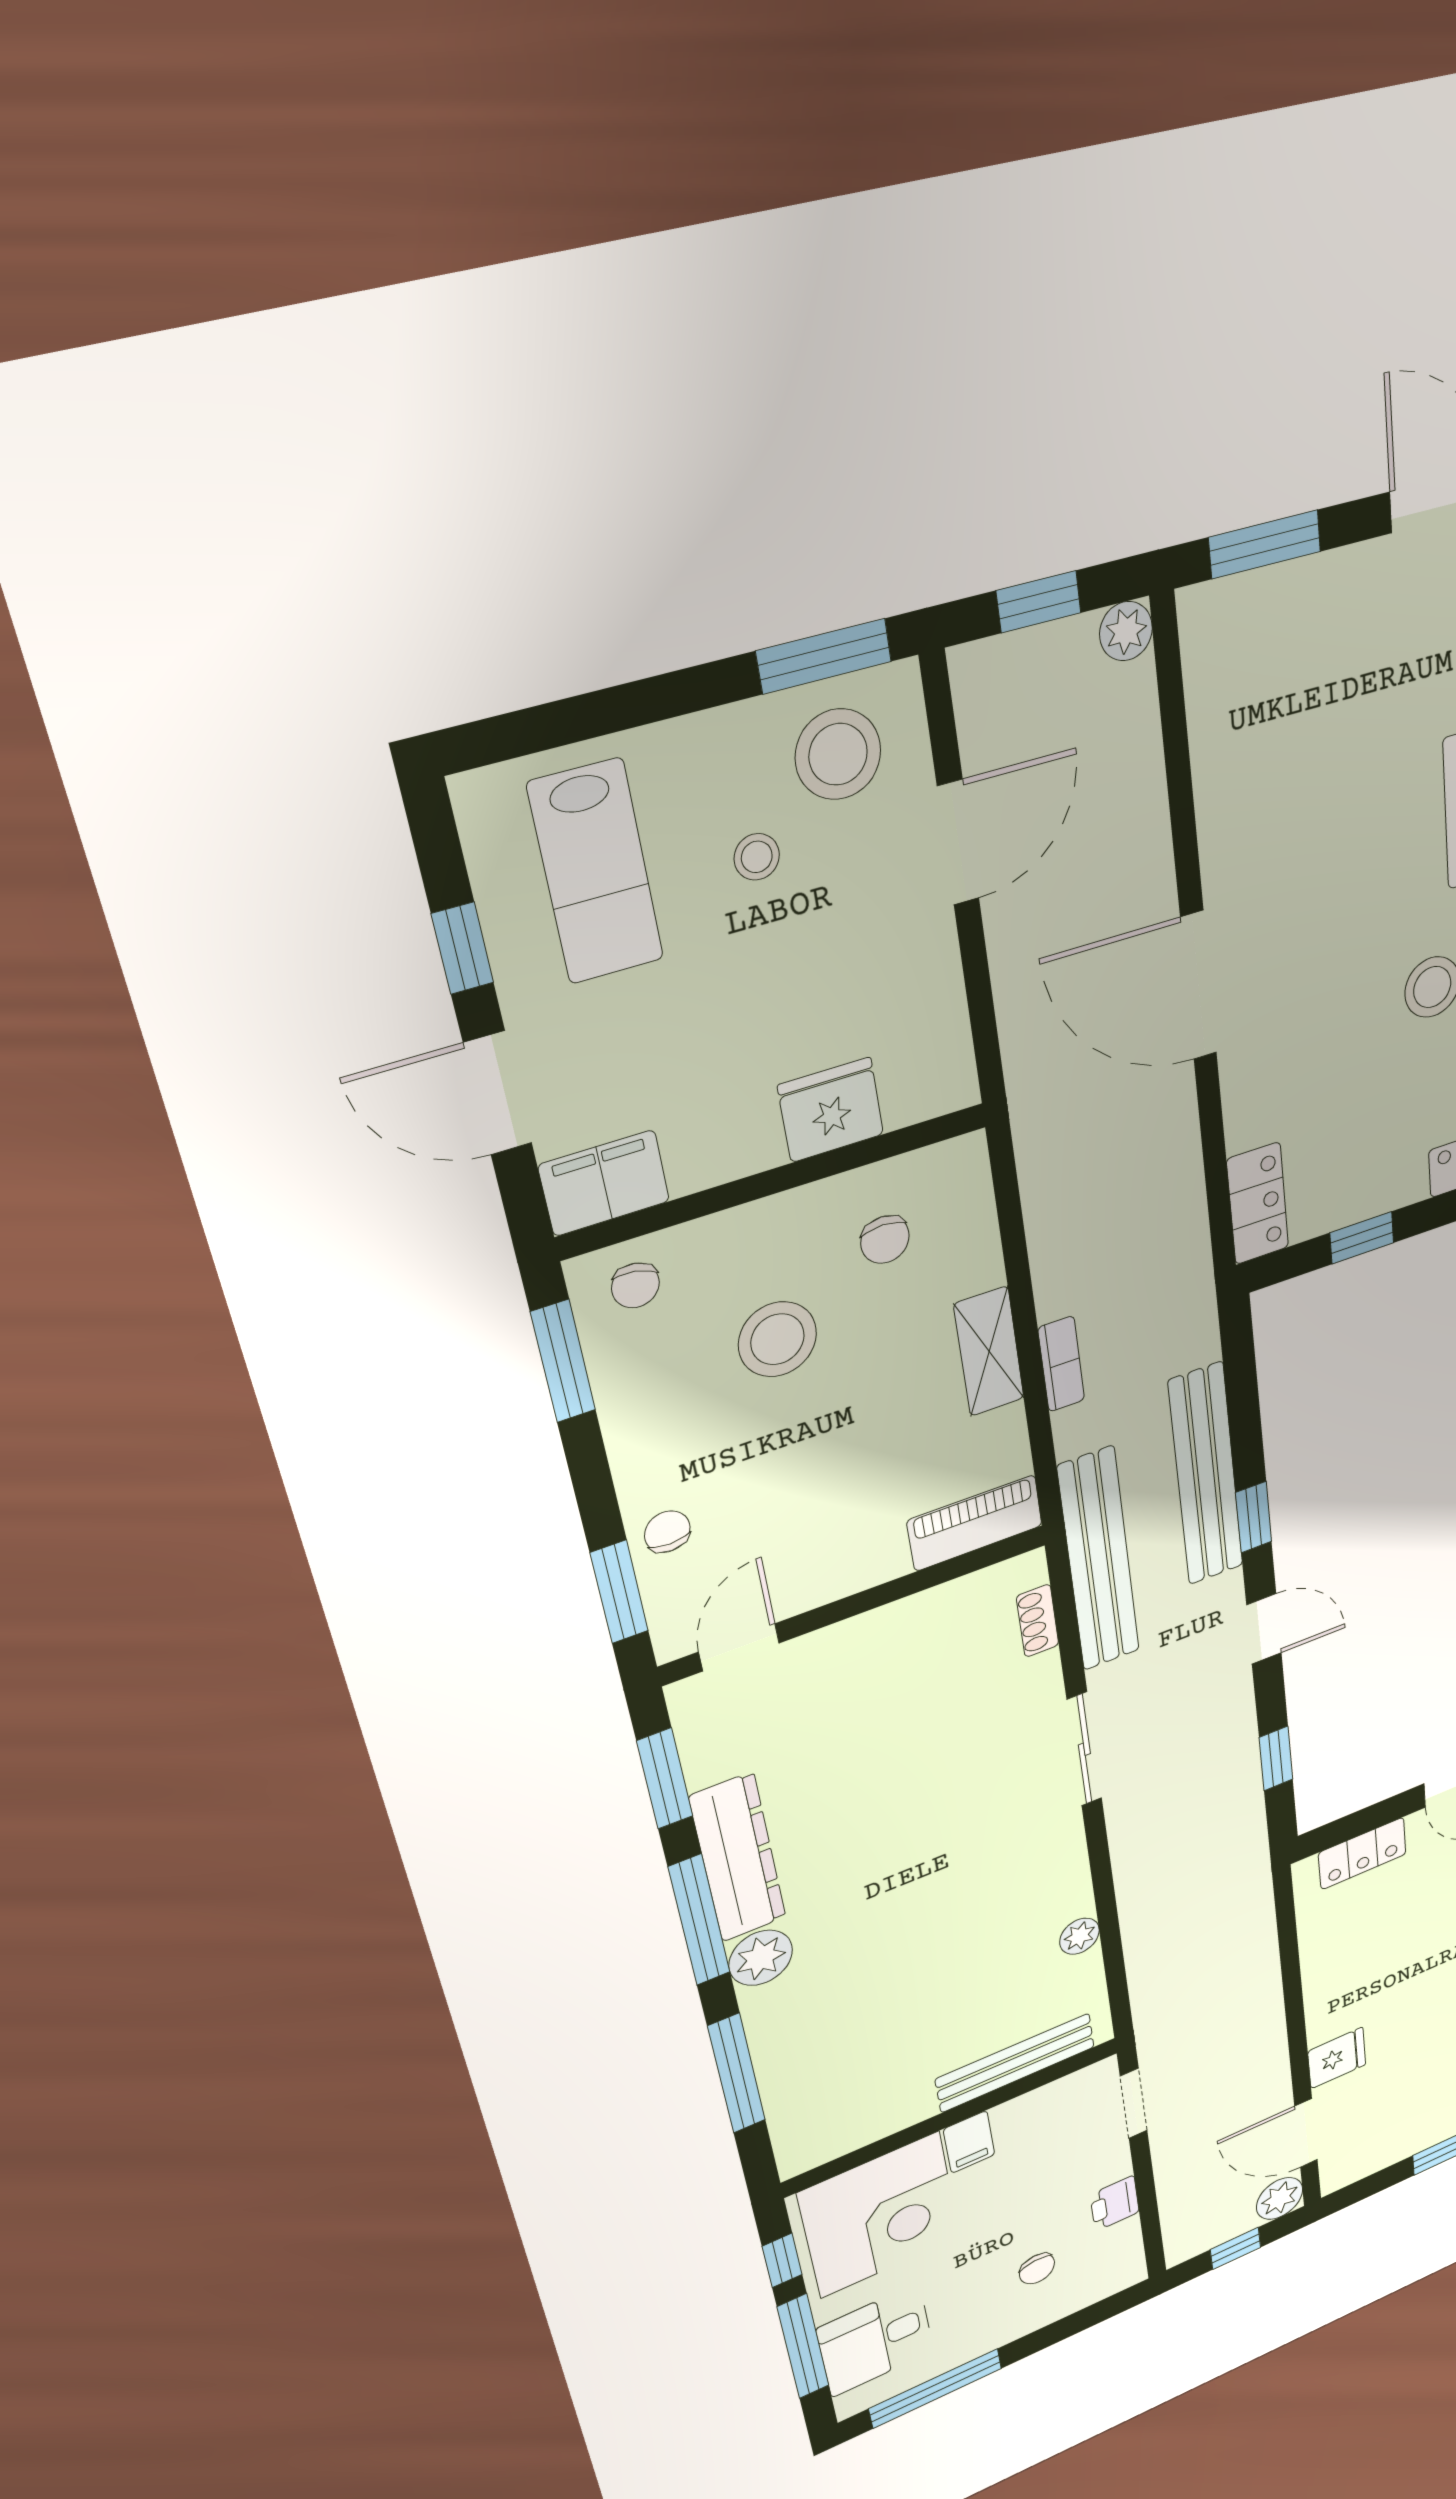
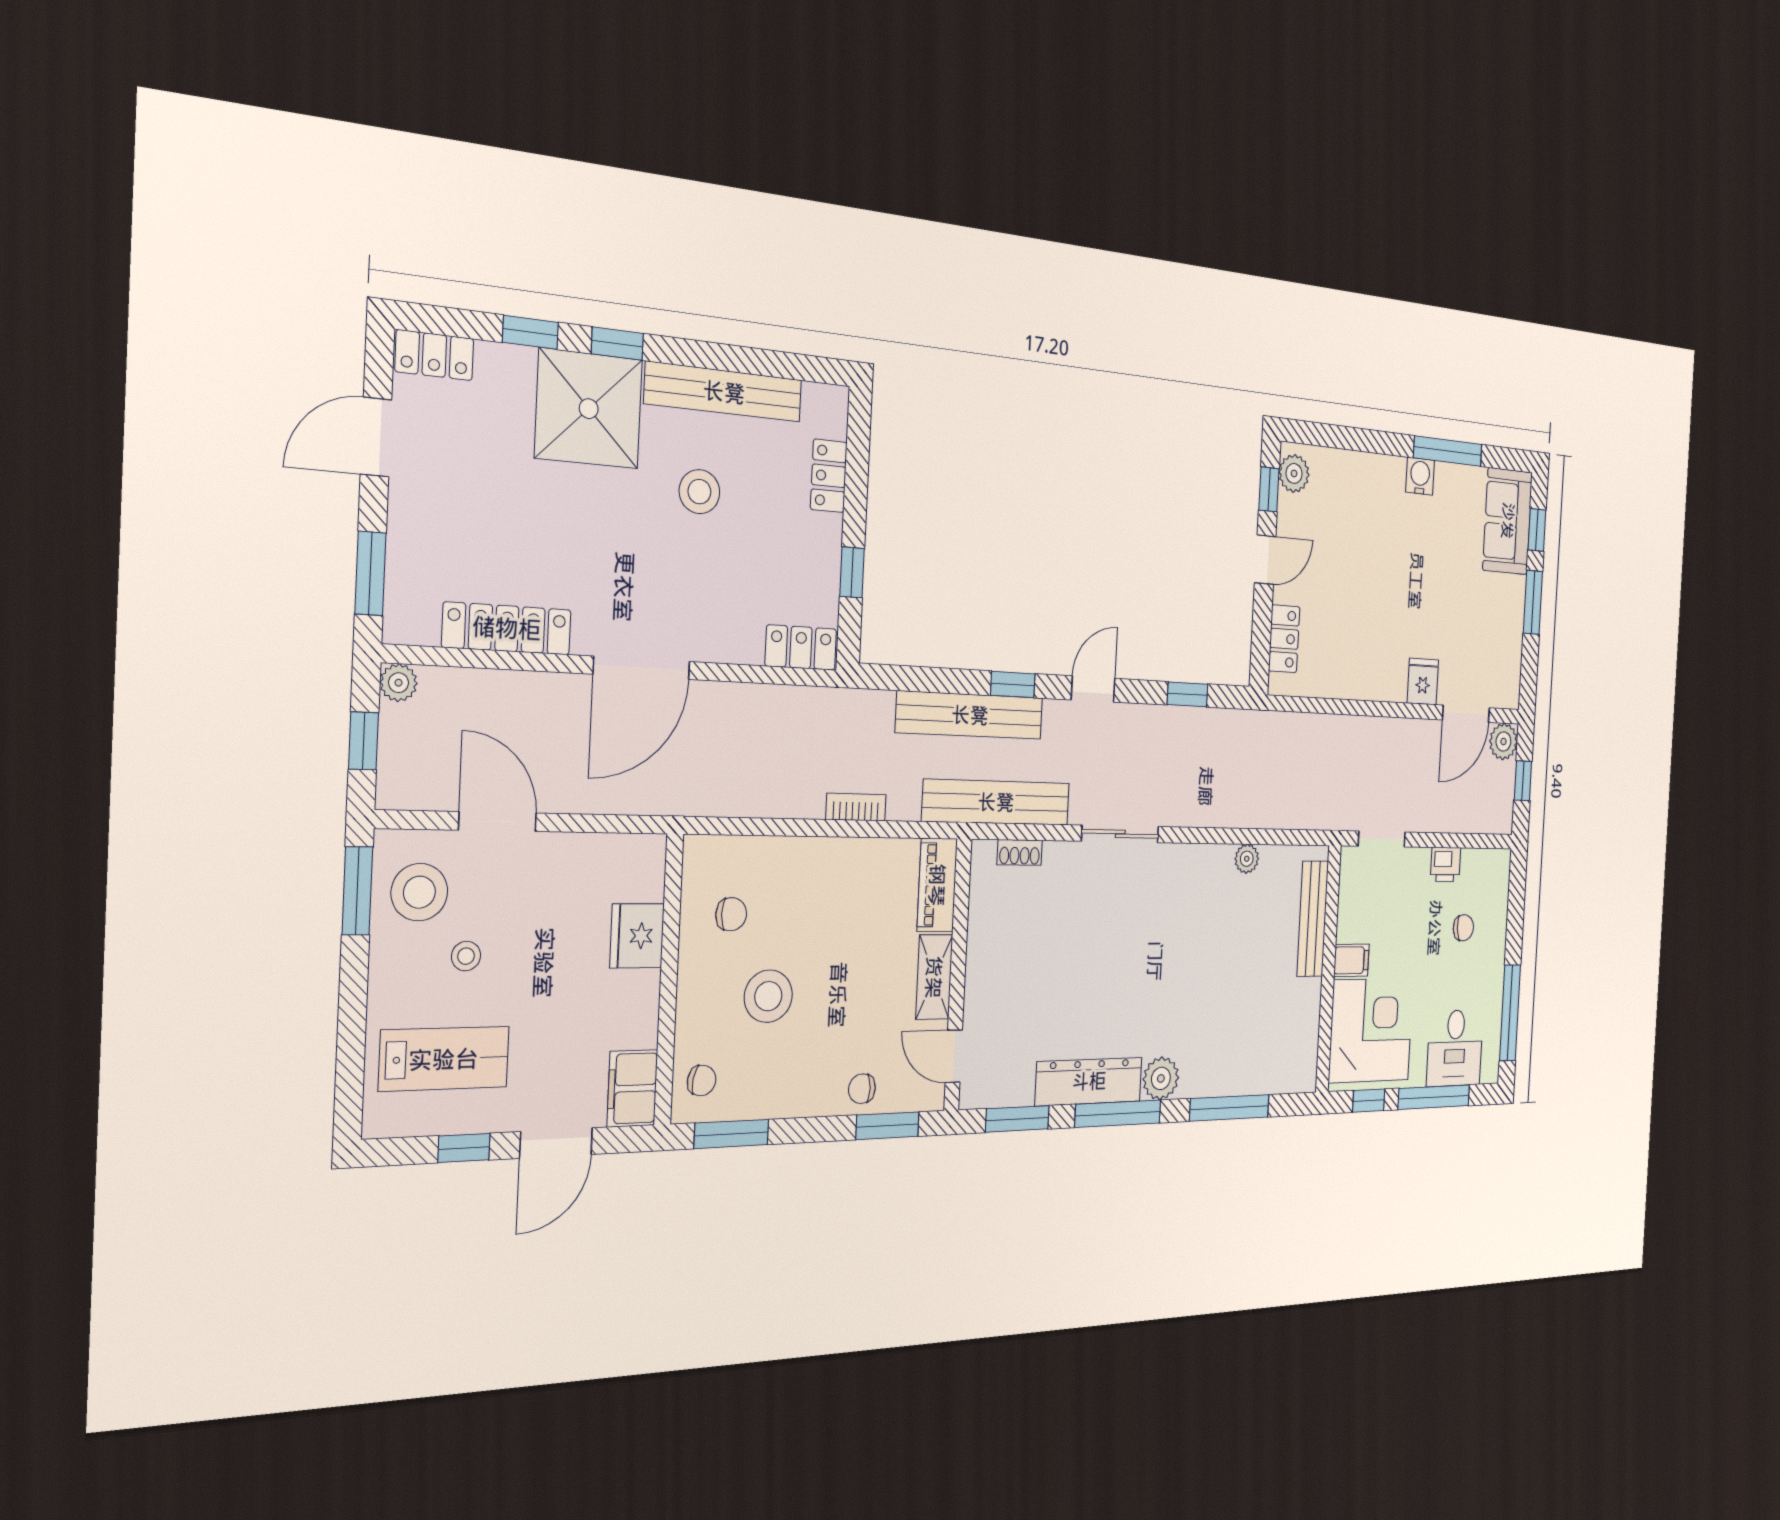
locker: (1221, 770) -> (507, 628), added
shelving: (989, 1351) -> (934, 977), moved, turned 90

